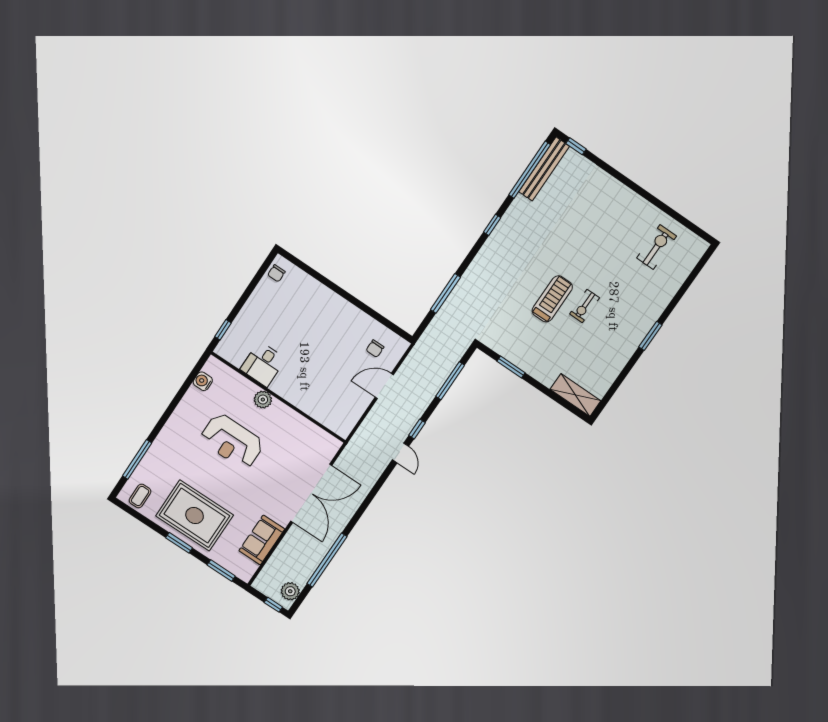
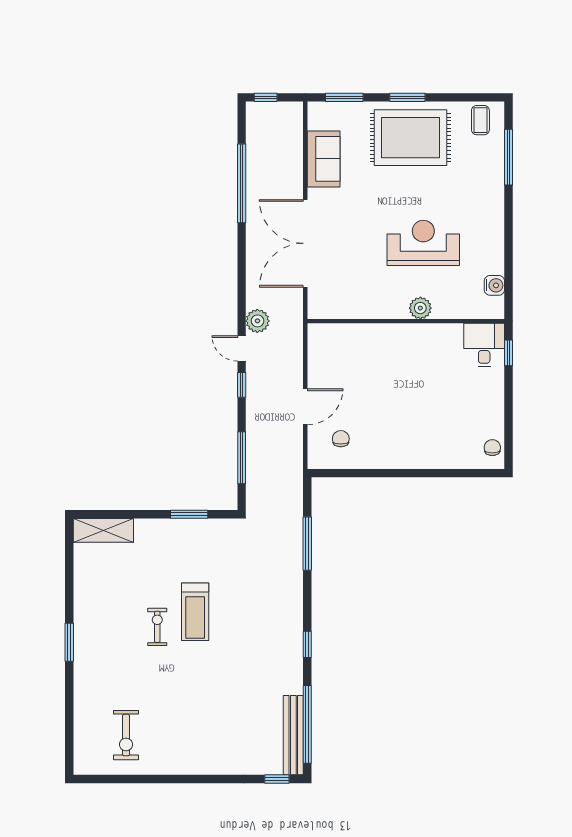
desk: (263, 364) -> (484, 345), moved
plant: (290, 591) -> (257, 321), moved

